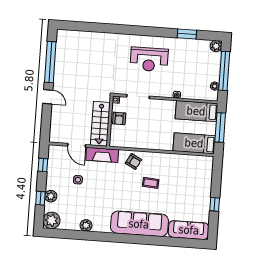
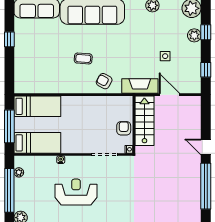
reception desk: (149, 59) -> (76, 192), moved

